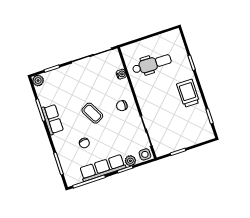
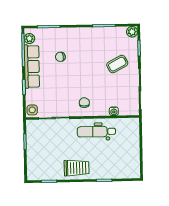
dental chair: (152, 64) -> (96, 132), moved, turned 89
coffee table: (92, 113) -> (117, 64), moved
row of seats: (52, 119) -> (92, 34), removed
plant: (130, 161) -> (29, 38), moved

